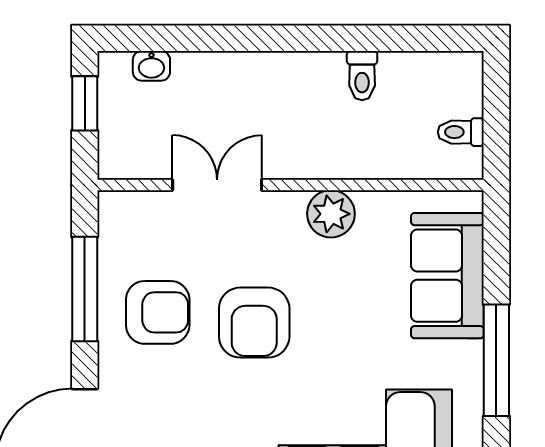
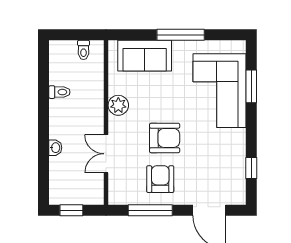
washbasin: (151, 66) -> (55, 148), moved

